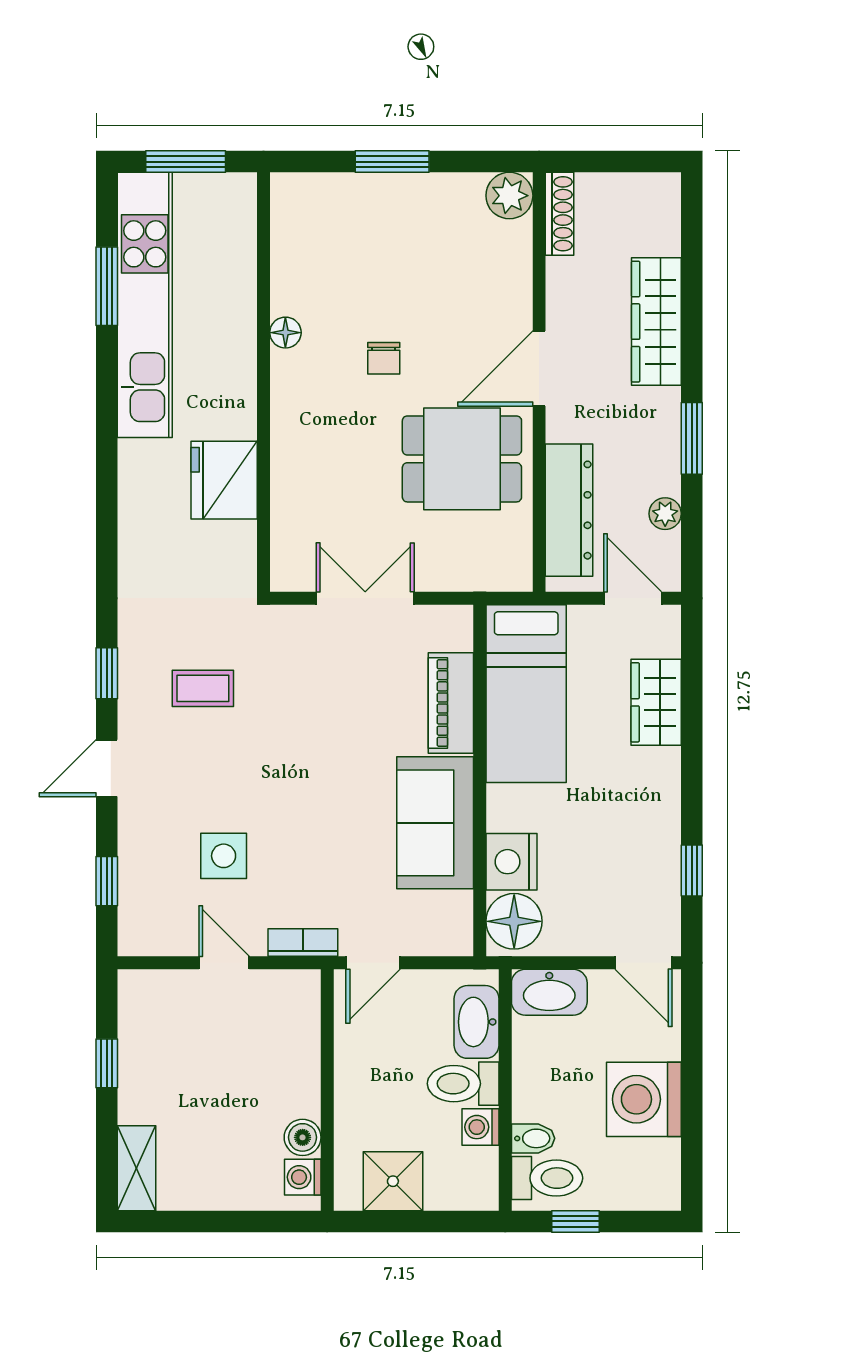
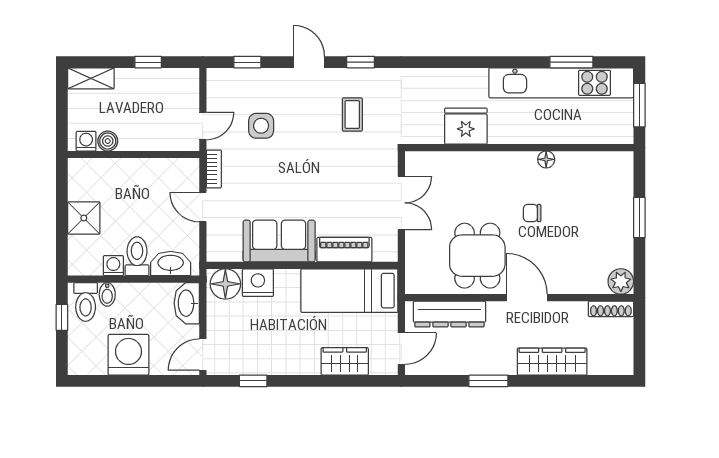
plant: (665, 514) -> (447, 366), removed
wall: (327, 1090) -> (134, 154), moved
boiler: (303, 1137) -> (108, 141), moved
washing machine: (303, 1177) -> (86, 141), moved

